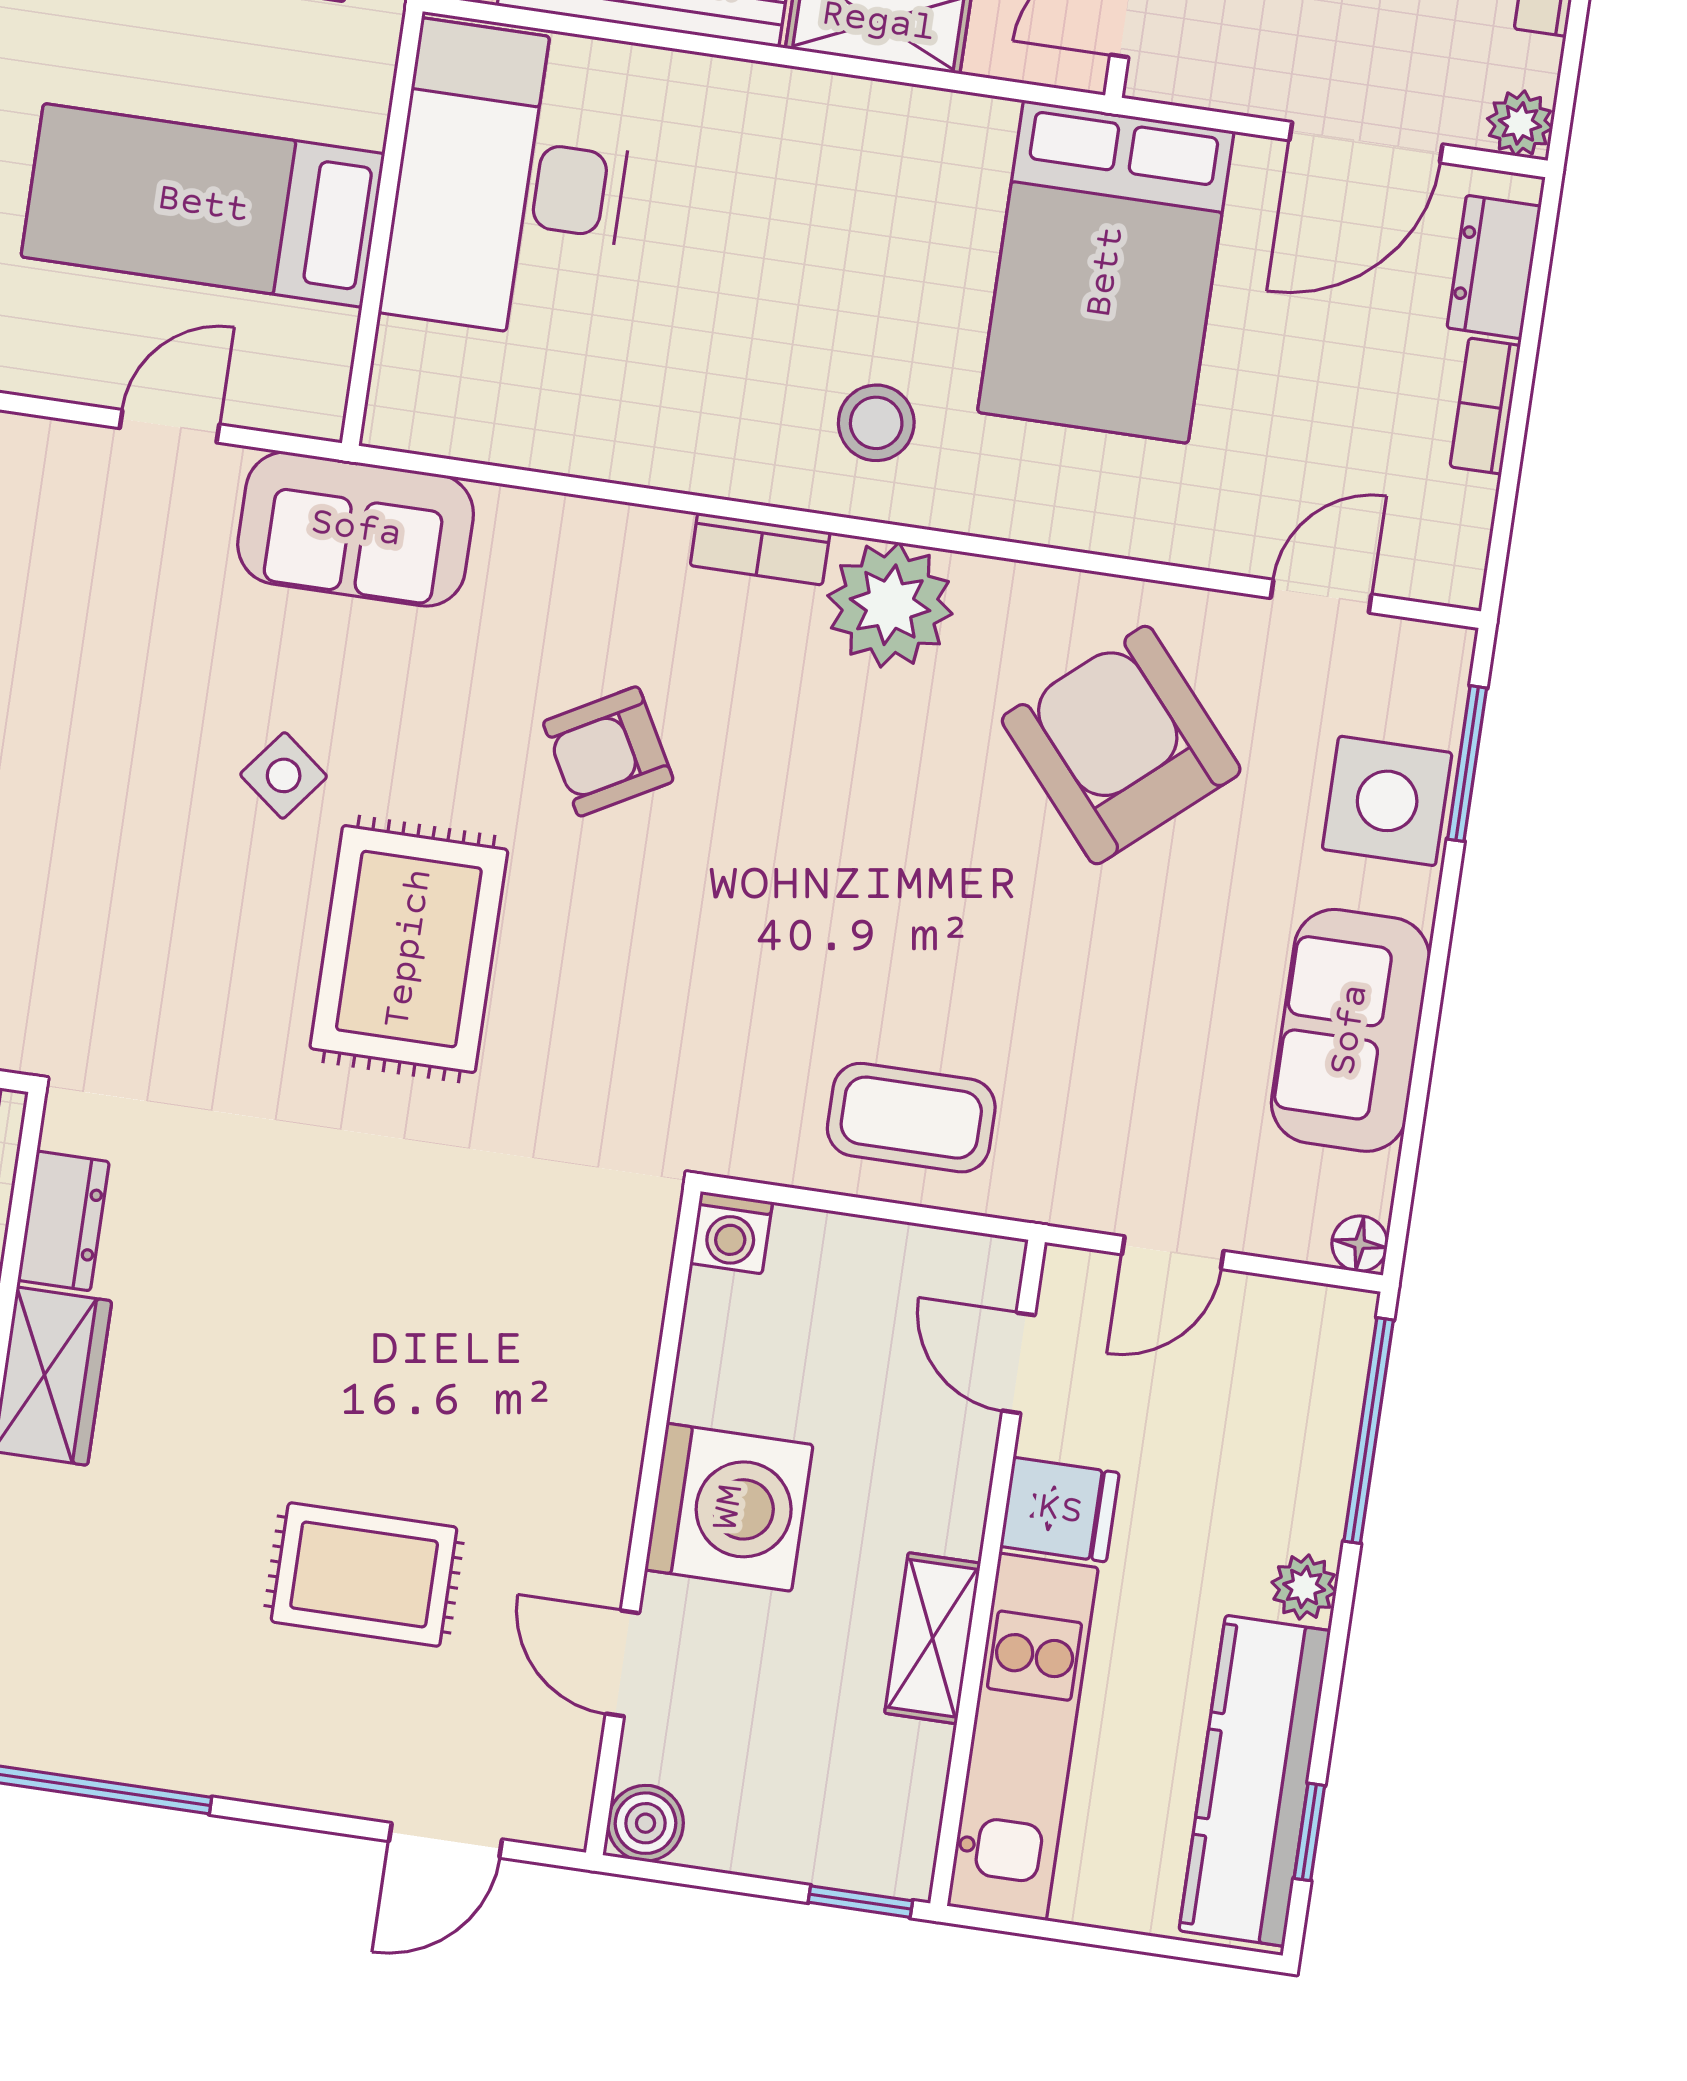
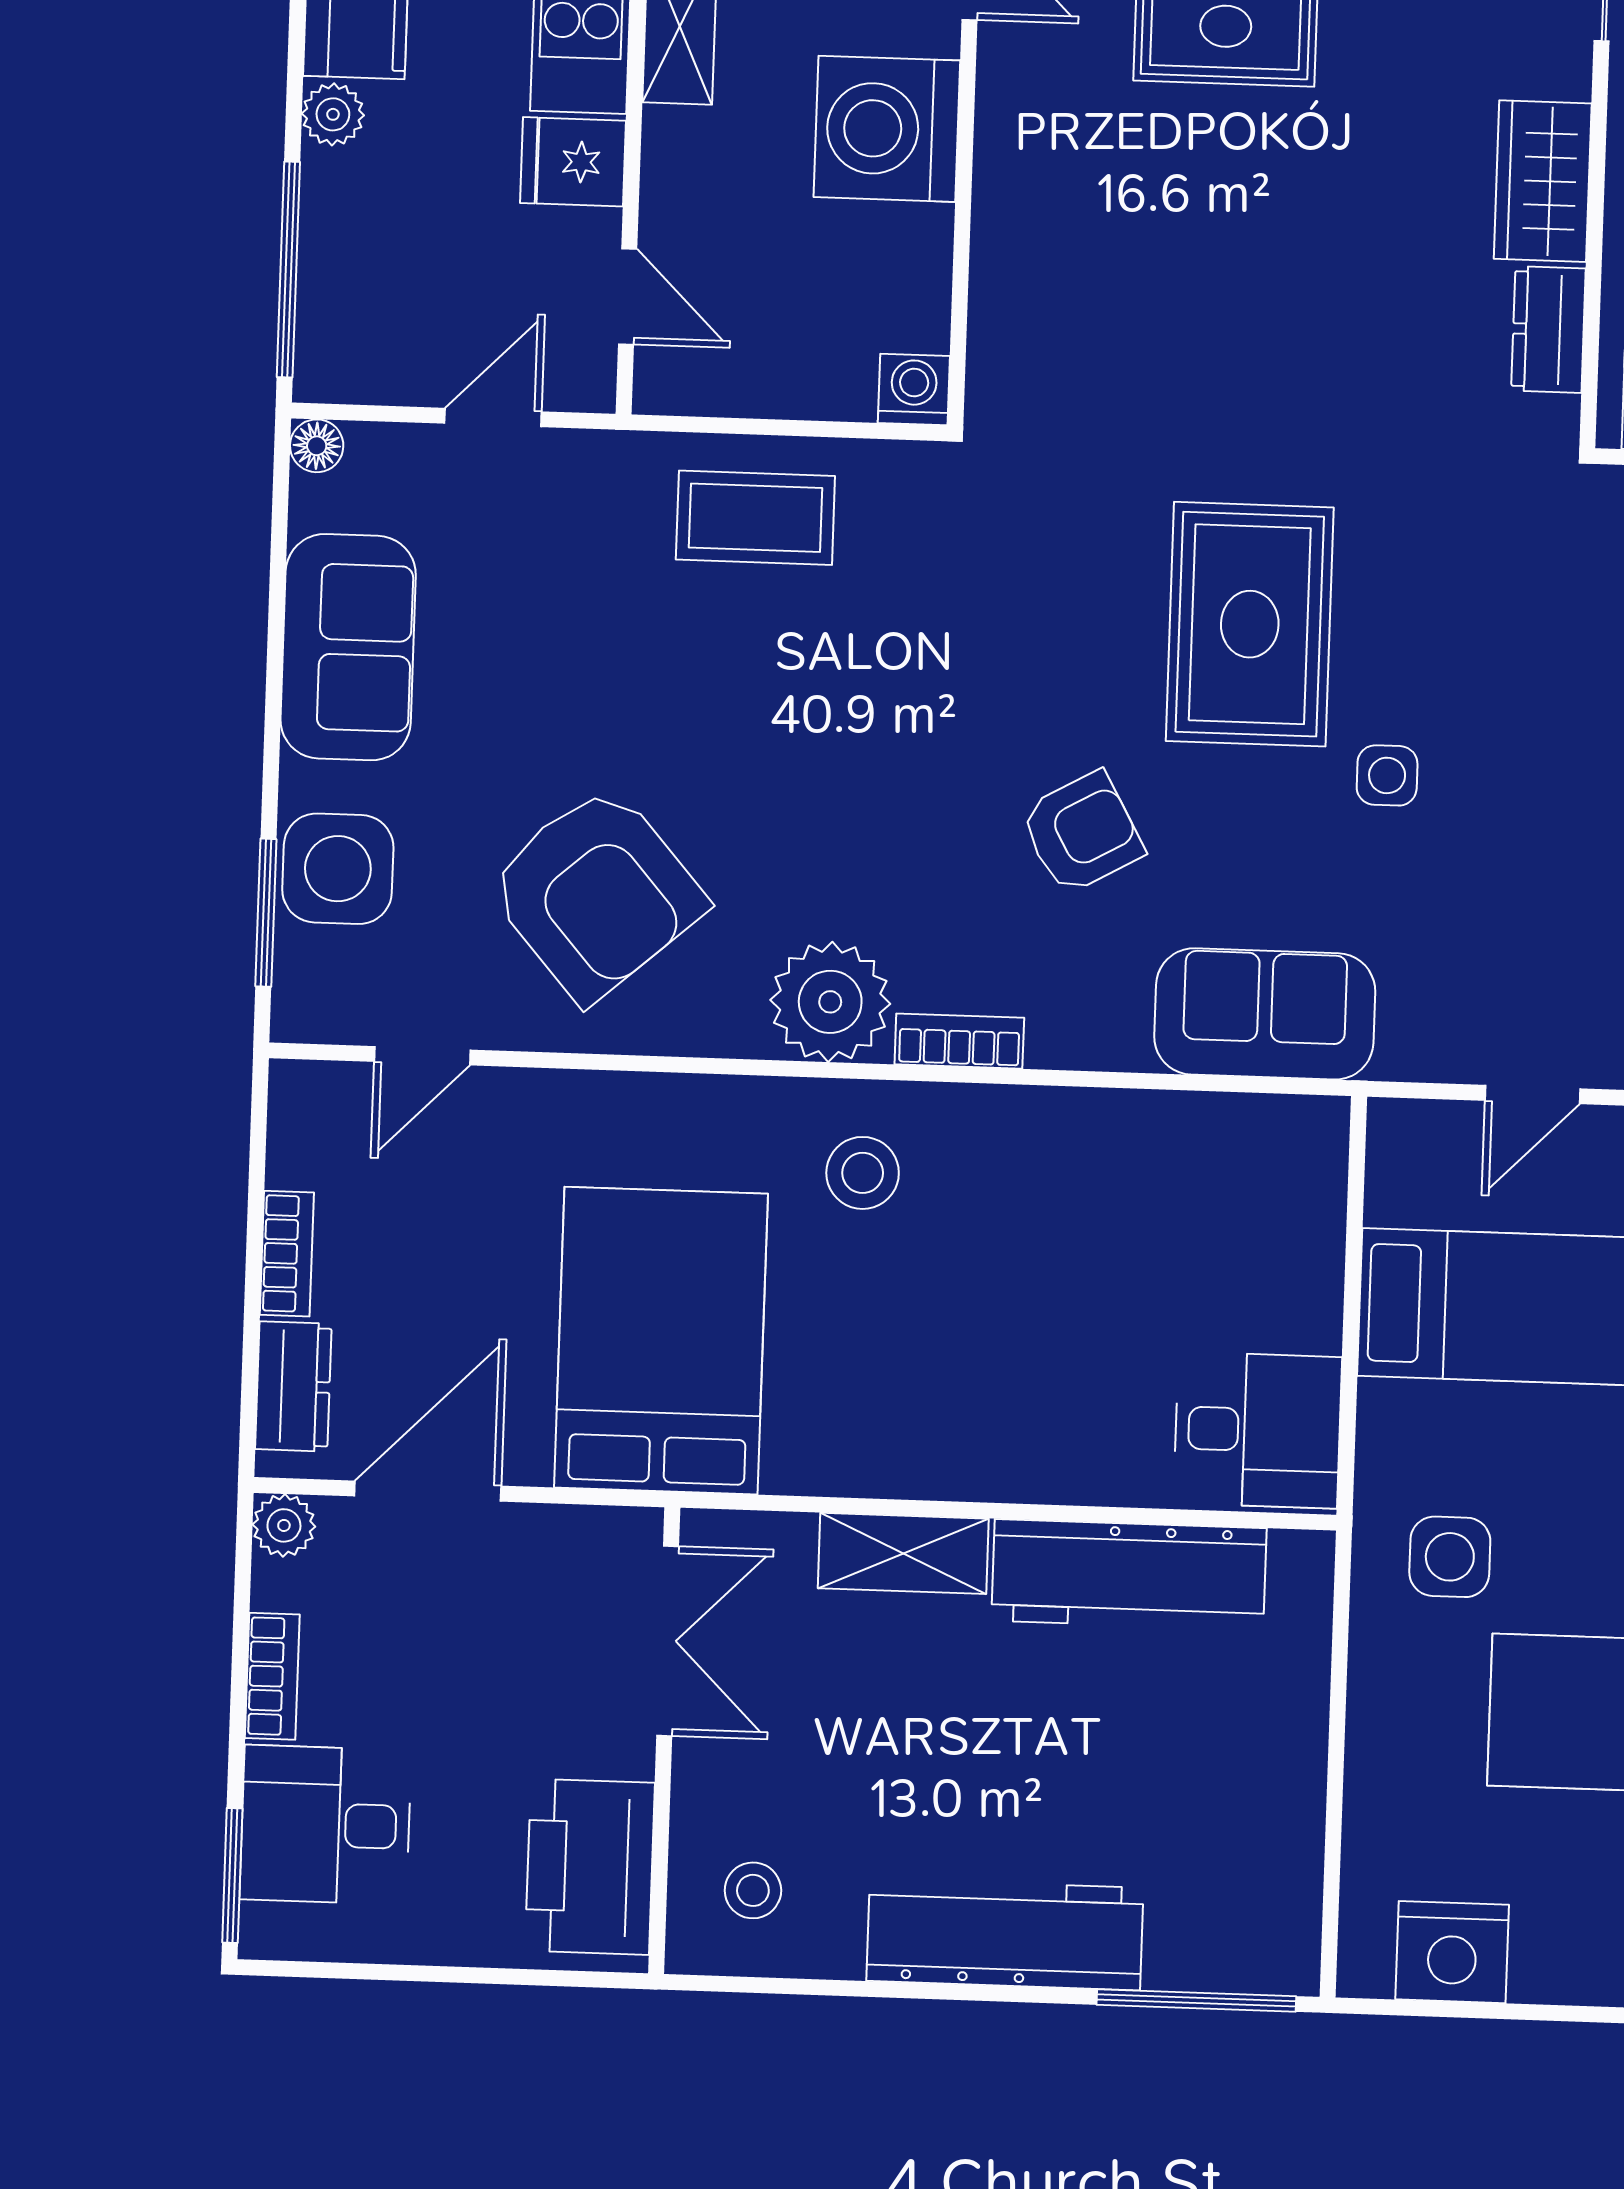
desk: (510, 181) -> (1258, 1430), width x0.53, depth x0.77
sofa: (356, 529) -> (1265, 1014), moved
side table: (284, 775) -> (1387, 775), turned -38

